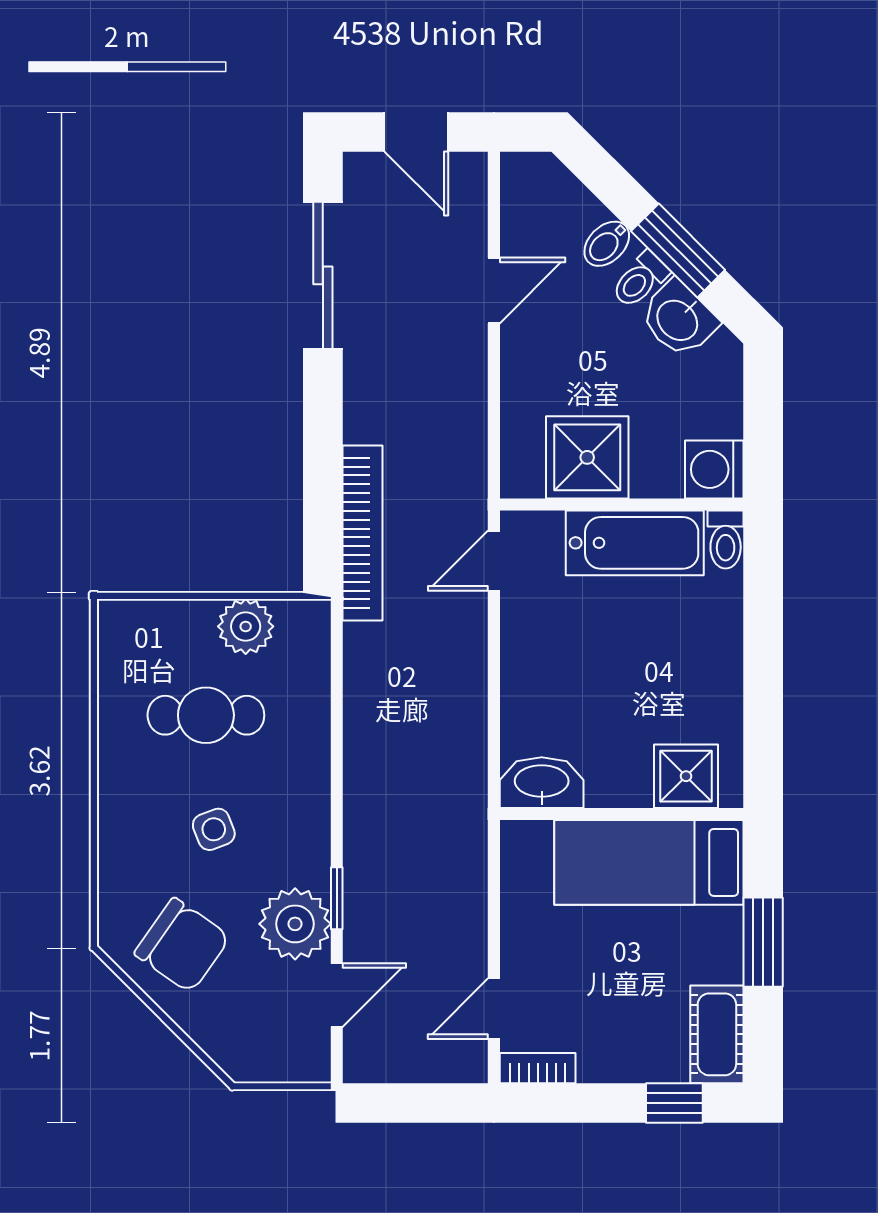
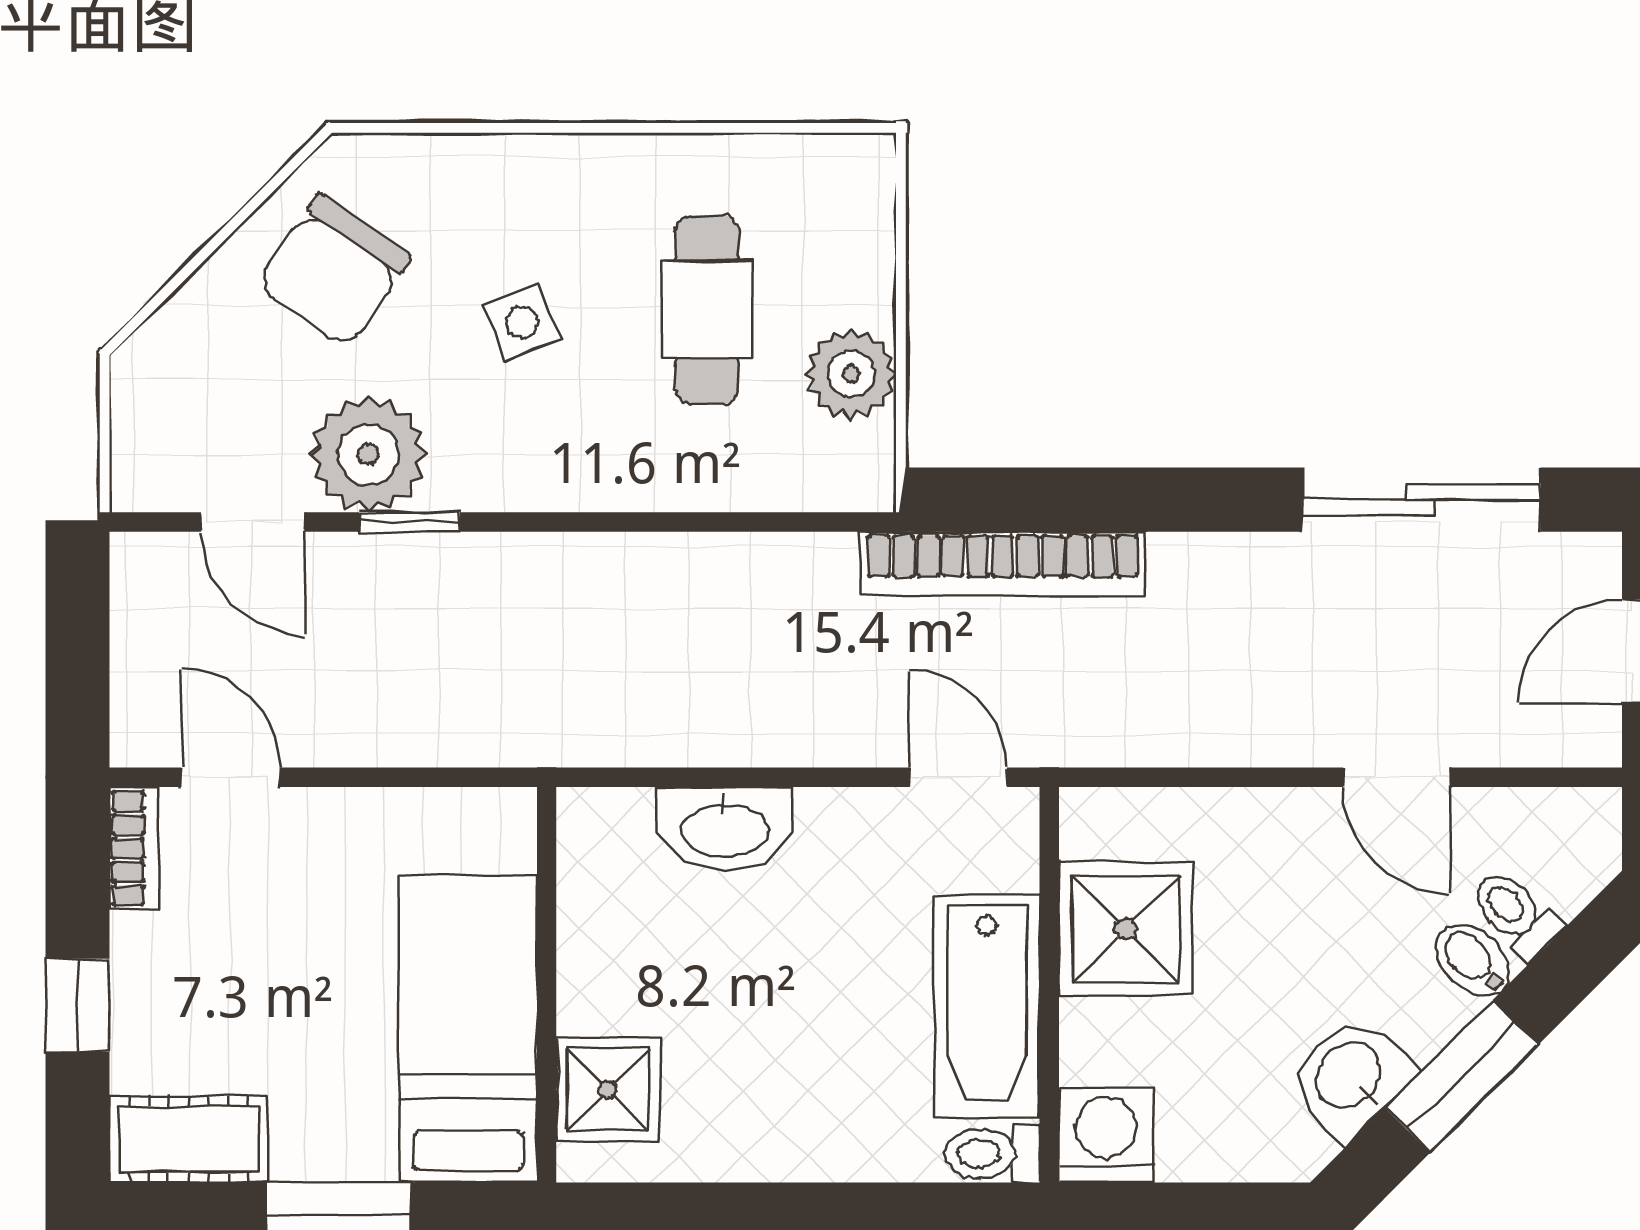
toilet: (640, 280) -> (1515, 913), moved
washbasin: (542, 783) -> (725, 828), moved, turned 90
window: (674, 1103) -> (78, 1005), moved

